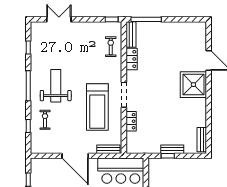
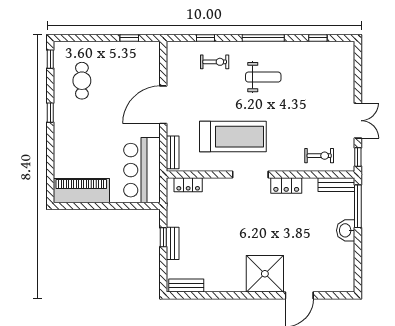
double door: (59, 19) -> (358, 121), moved
washbasin: (163, 28) -> (346, 230), added
locker: (132, 59) -> (286, 185), moved
weight bench: (56, 86) -> (263, 77), width x0.73, depth x0.75
treadmill: (97, 107) -> (233, 137), turned 180
locker: (131, 121) -> (188, 185), moved

